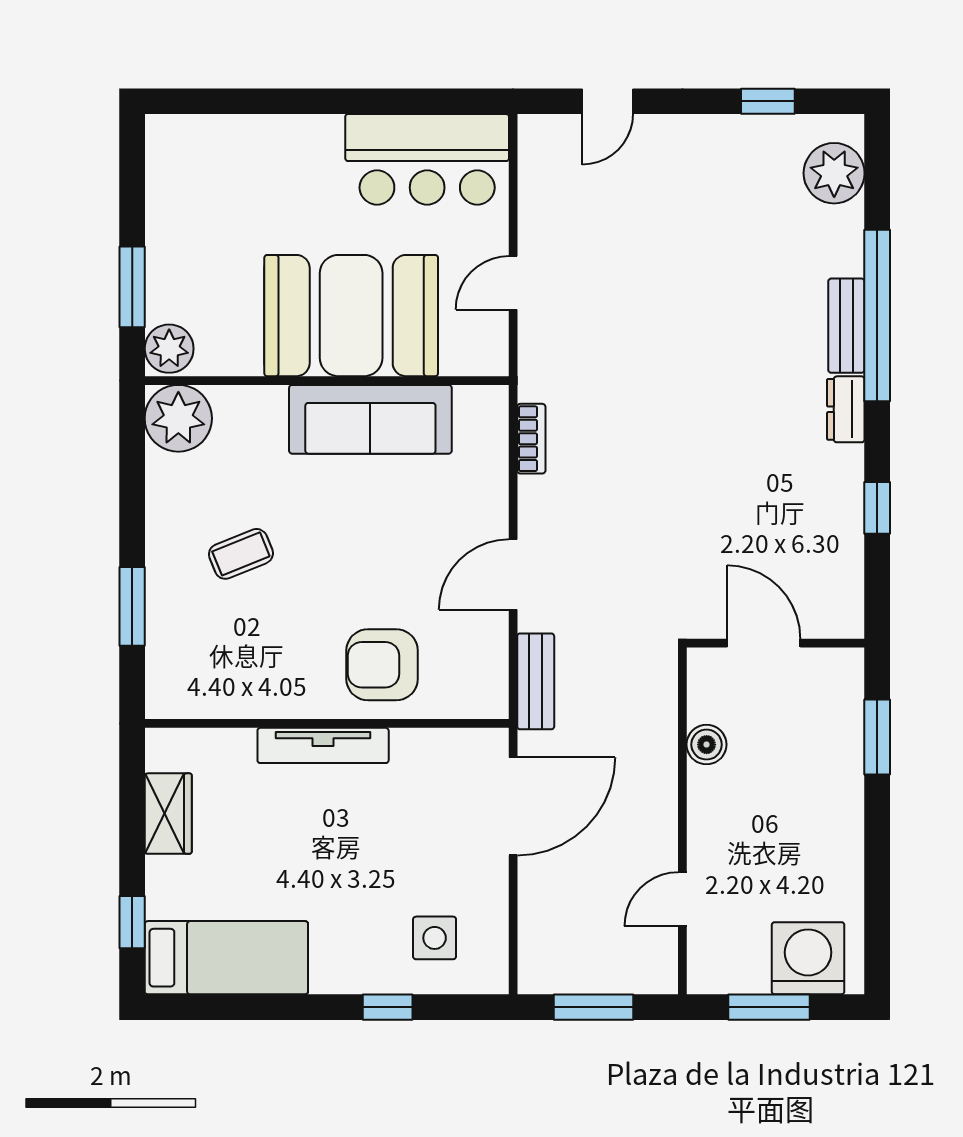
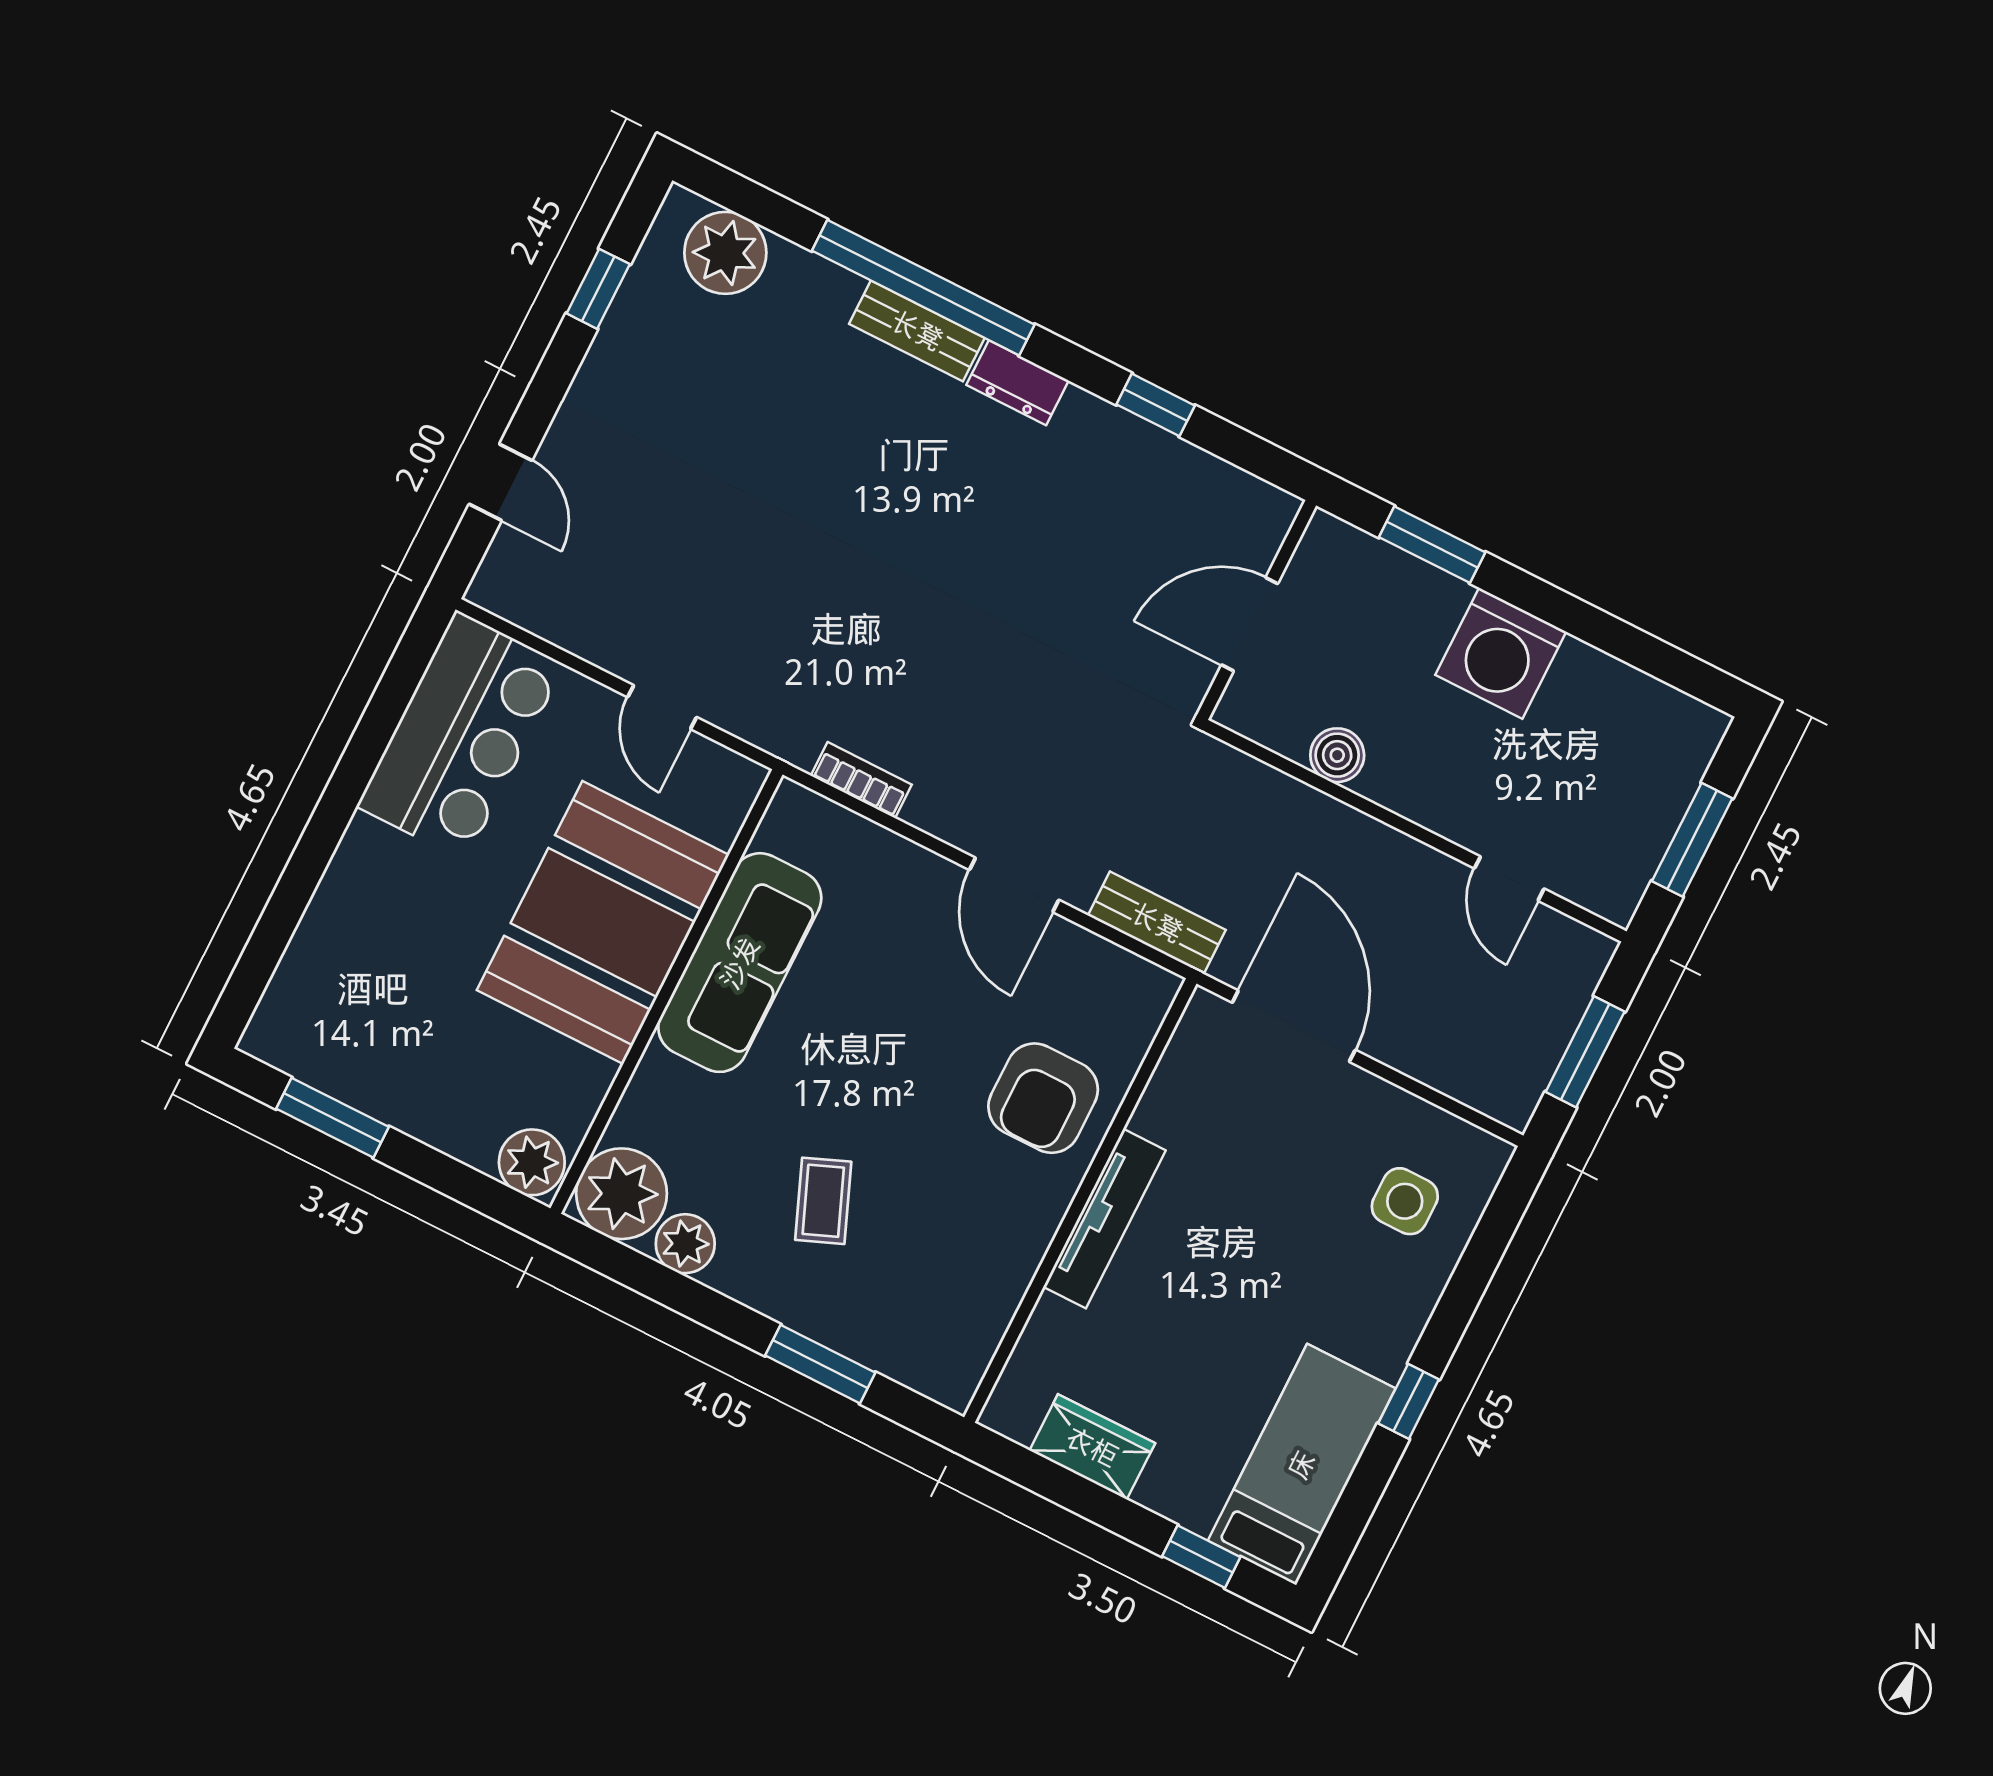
window: (132, 287) -> (333, 1118), moved
plant: (167, 477) -> (685, 1244), added
washing machine: (808, 958) -> (1501, 653), moved, turned -90
window: (388, 1007) -> (1408, 1401), moved

